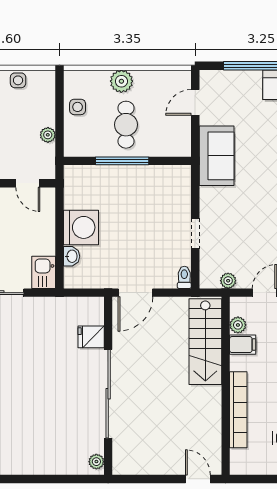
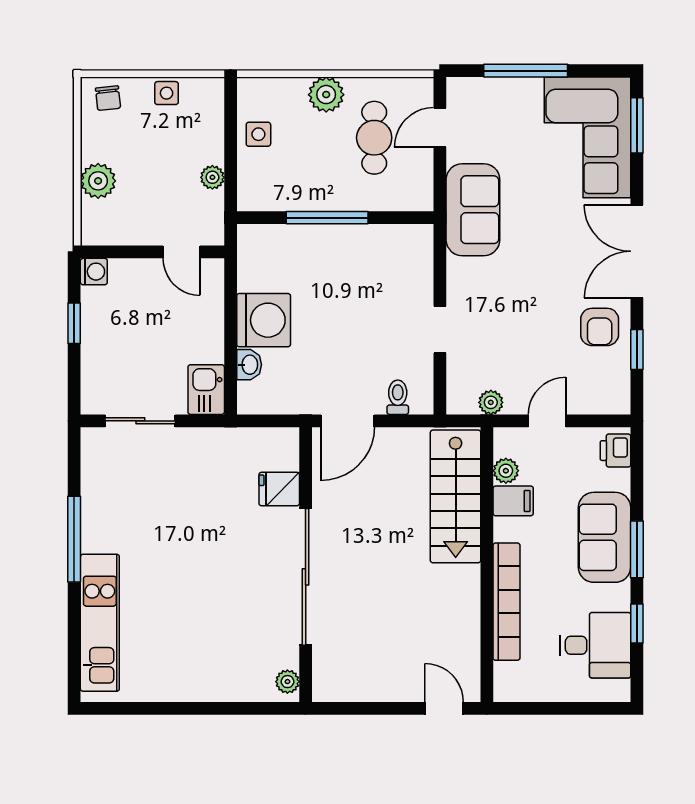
cafe table: (126, 125) -> (374, 138), moved
toilet: (184, 277) -> (398, 397), moved

